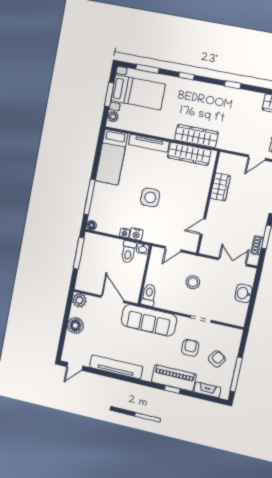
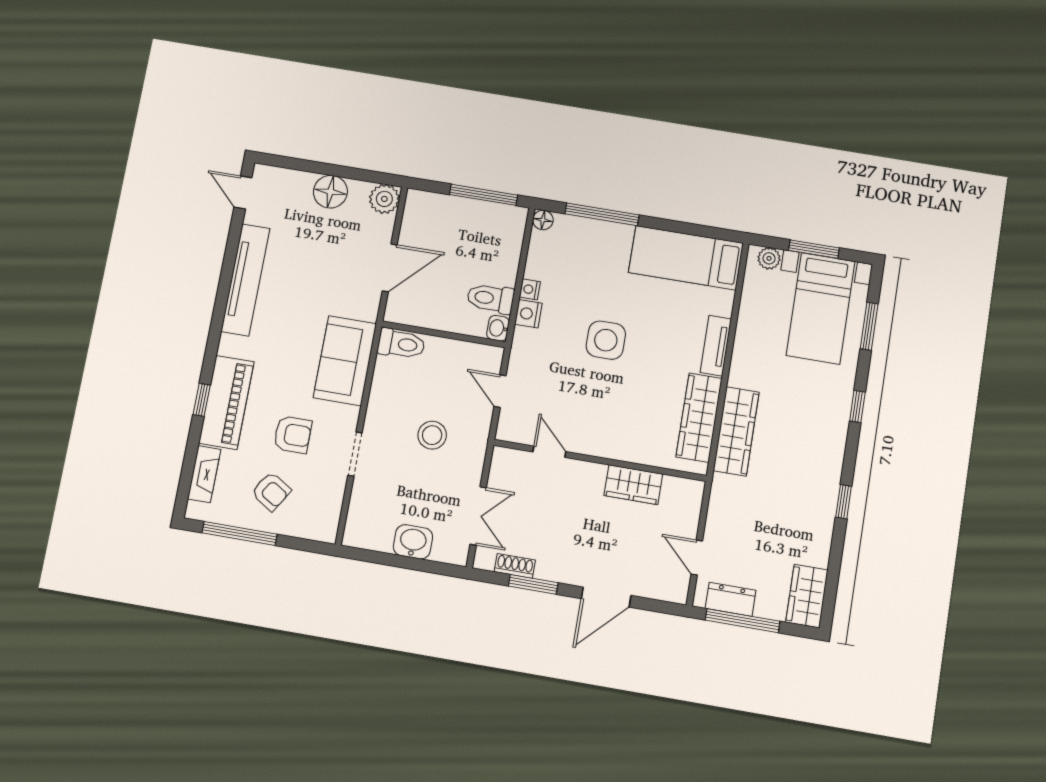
tv unit: (149, 143) -> (716, 346), width x0.71
sofa: (149, 320) -> (345, 361), width x0.73

